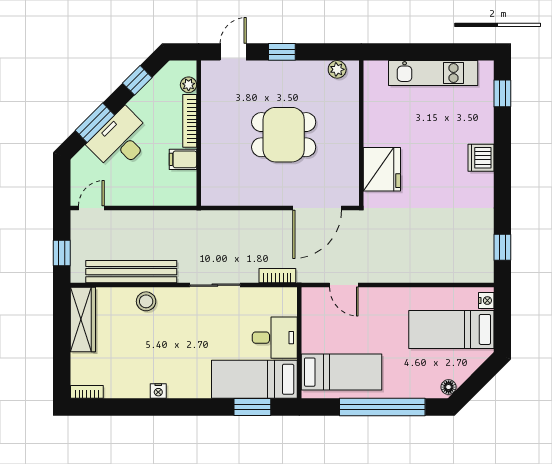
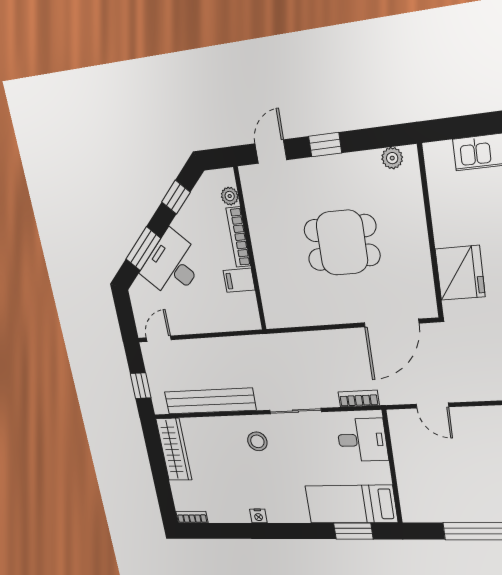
stool: (146, 301) -> (257, 441), moved
desk: (275, 338) -> (362, 440), moved
bed: (342, 372) -> (442, 496), removed

